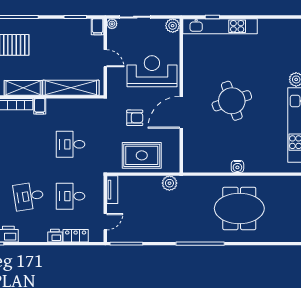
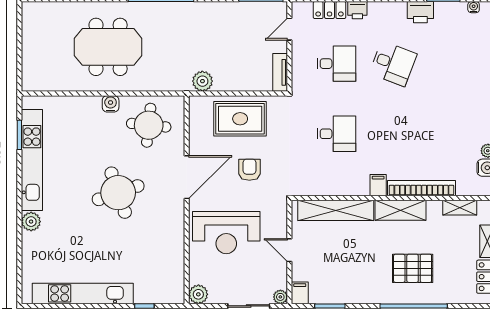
kitchen unit: (220, 26) -> (83, 293), moved
armchair: (135, 118) -> (249, 170), turned 90
round table: (209, 151) -> (149, 125), added
desk: (29, 196) -> (393, 64), turned 30

